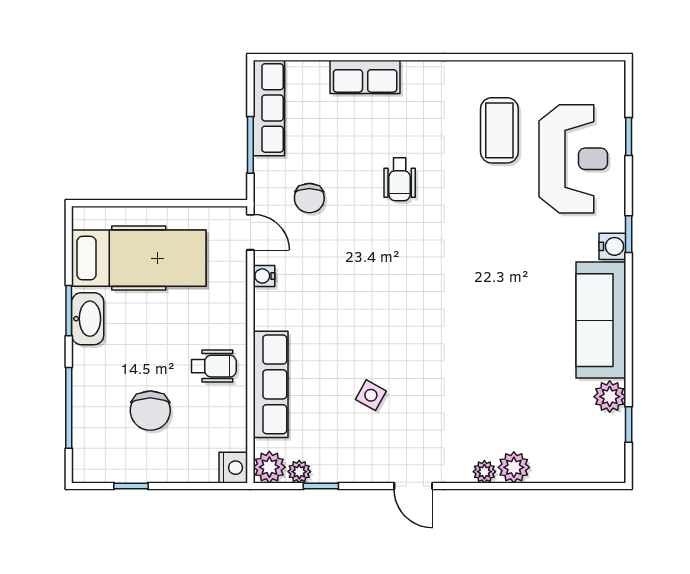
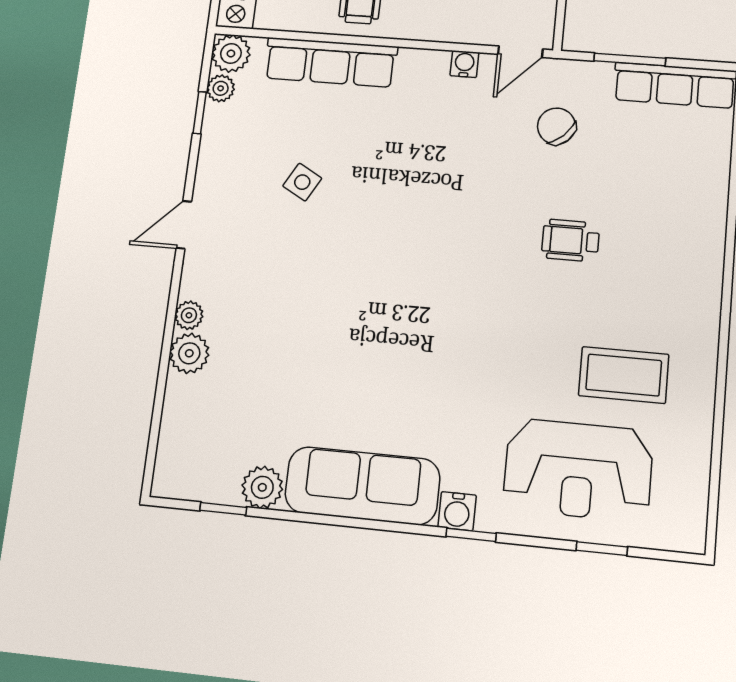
row of seats: (365, 77) -> (706, 208), removed
chair: (309, 198) -> (556, 126), turned 47

